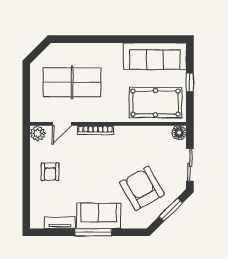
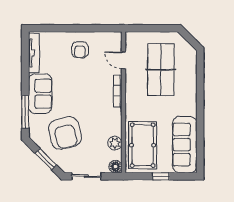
plant: (38, 133) -> (115, 143), moved
armchair: (50, 172) -> (80, 50), turned -90
armchair: (142, 188) -> (65, 133), turned 105
tv unit: (60, 223) -> (34, 53), width x1.41
window: (93, 232) -> (25, 112), moved

